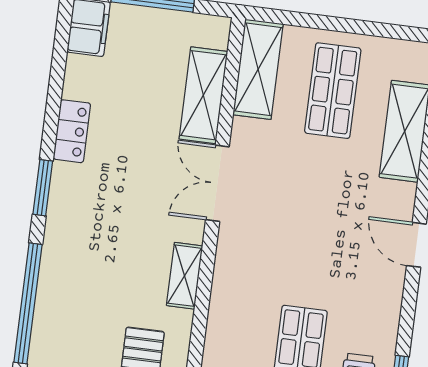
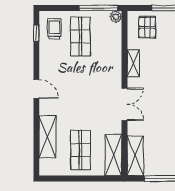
shelving: (203, 95) -> (135, 156), moved

